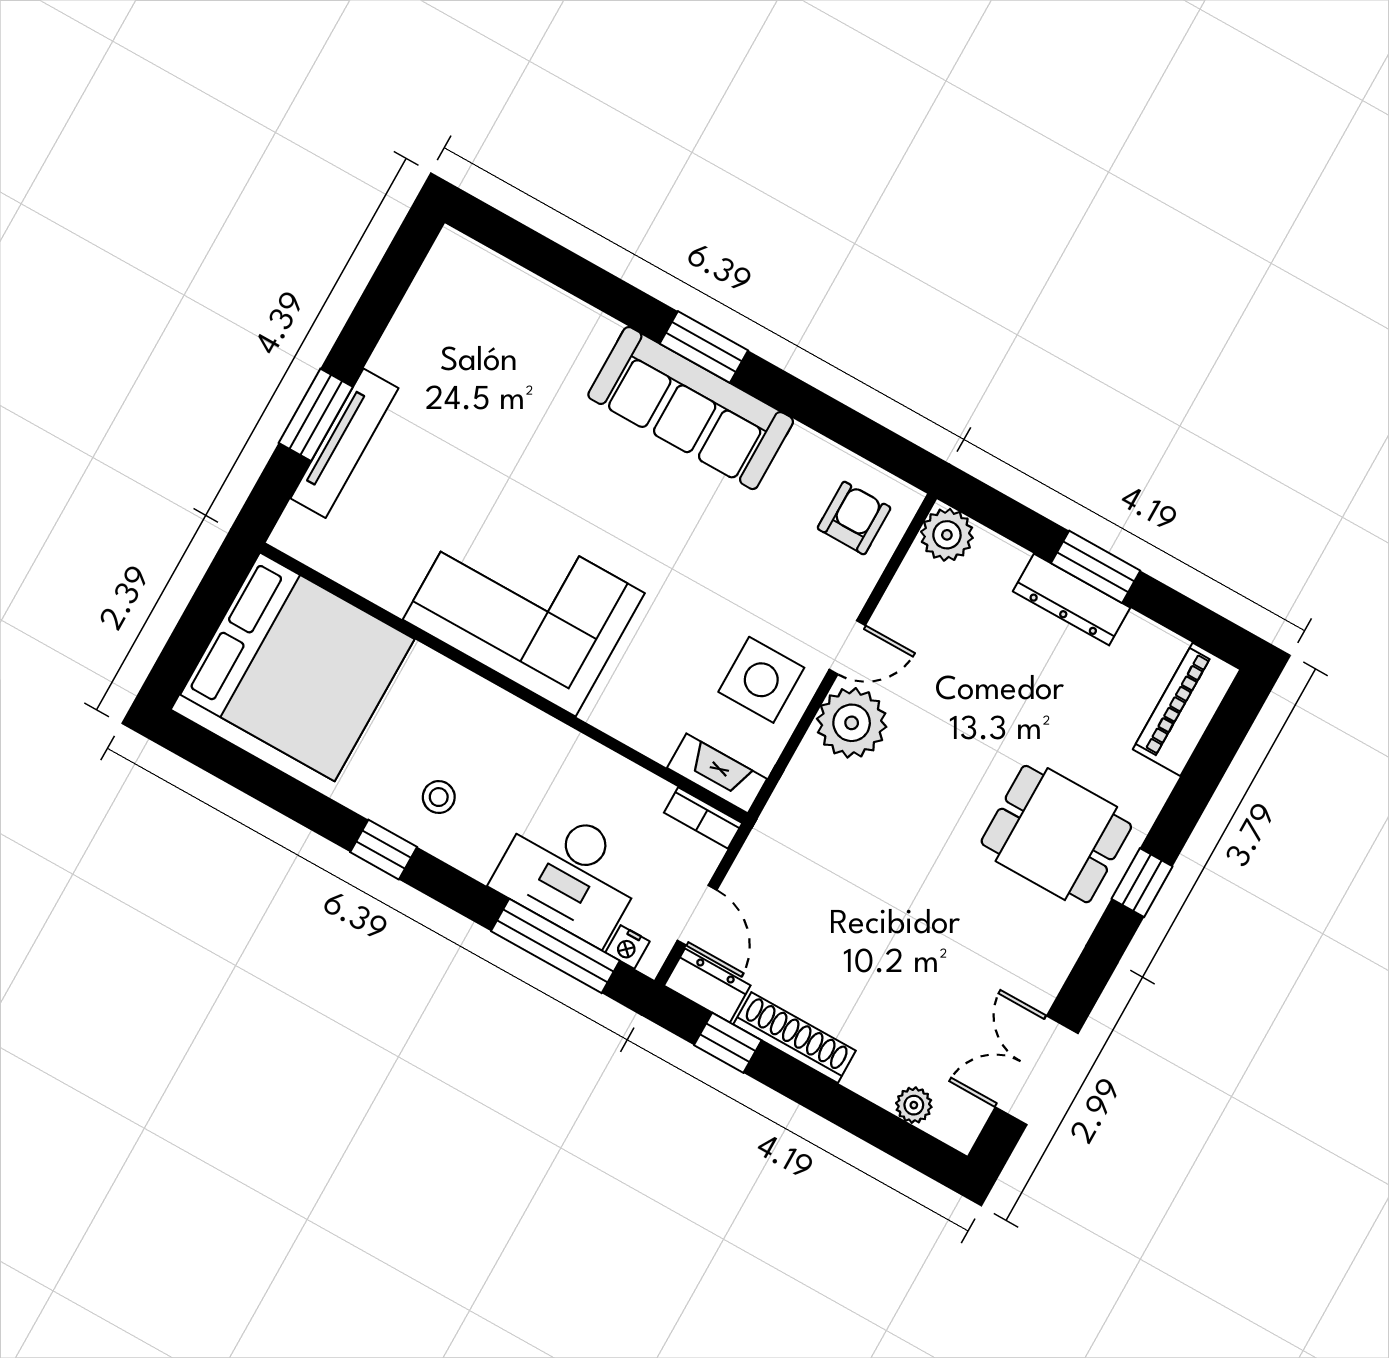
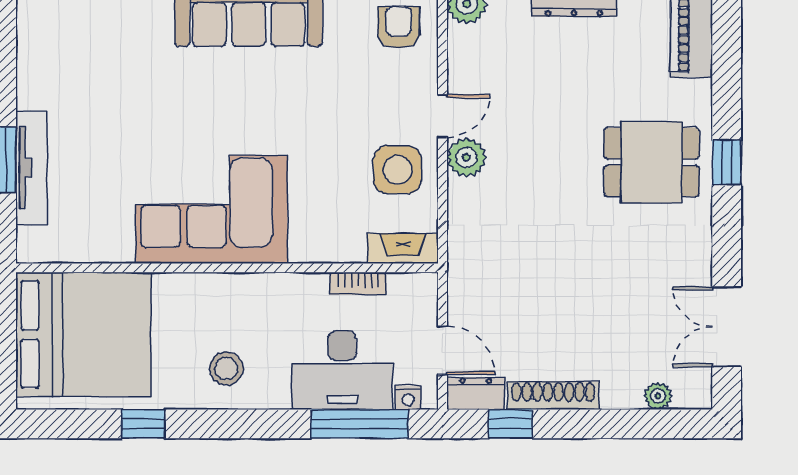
plant: (852, 723) -> (466, 157), width x0.73, depth x0.73
stool: (439, 797) -> (226, 368), width x1.37, depth x1.37
bookcase: (703, 818) -> (358, 283), moved
window: (384, 850) -> (143, 424), moved

